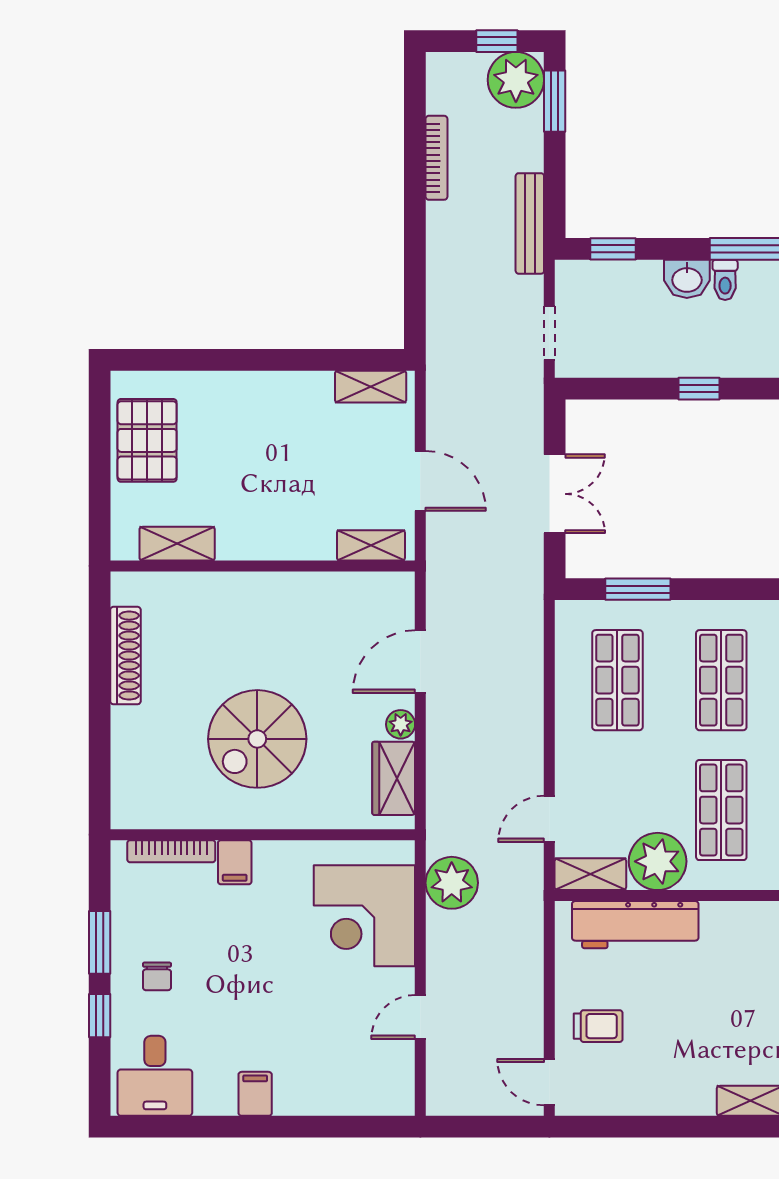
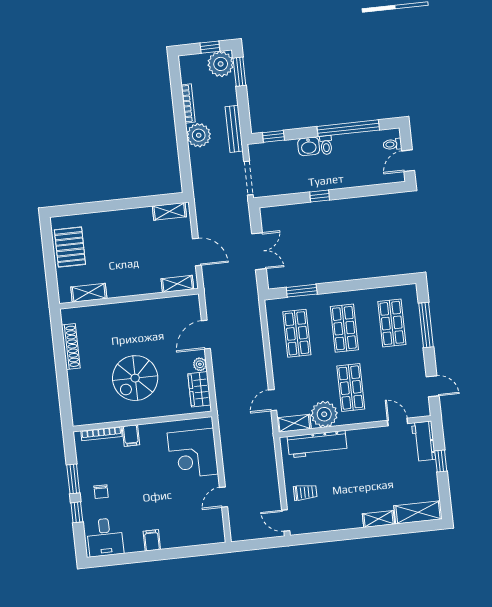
doorway: (549, 333) -> (248, 178), width x1.38
plant: (452, 883) -> (199, 135), moved

